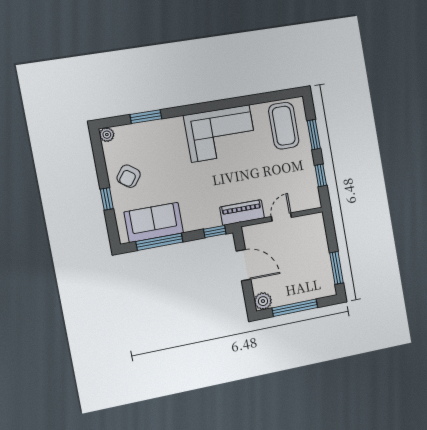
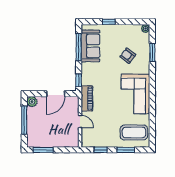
armchair: (129, 176) -> (128, 56), moved

